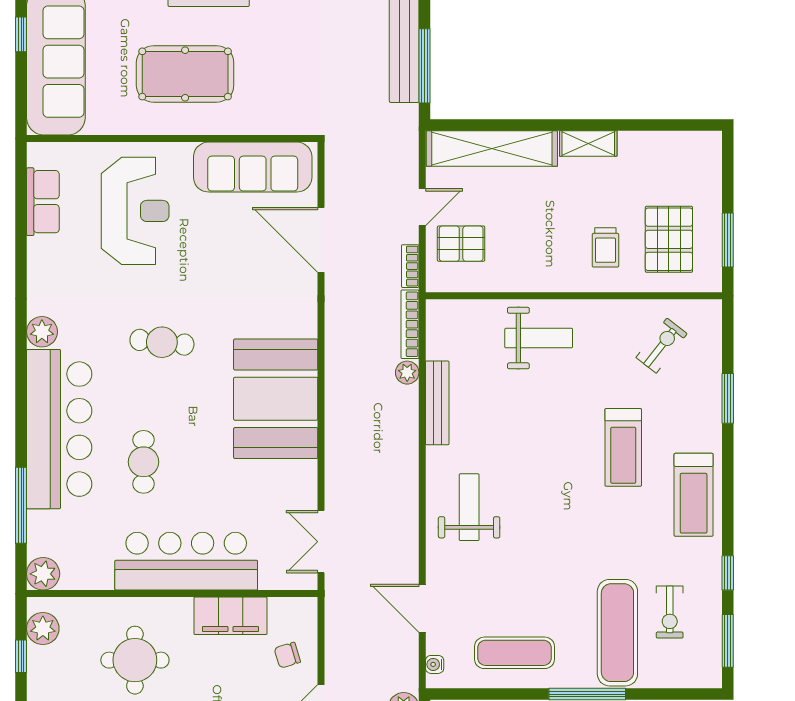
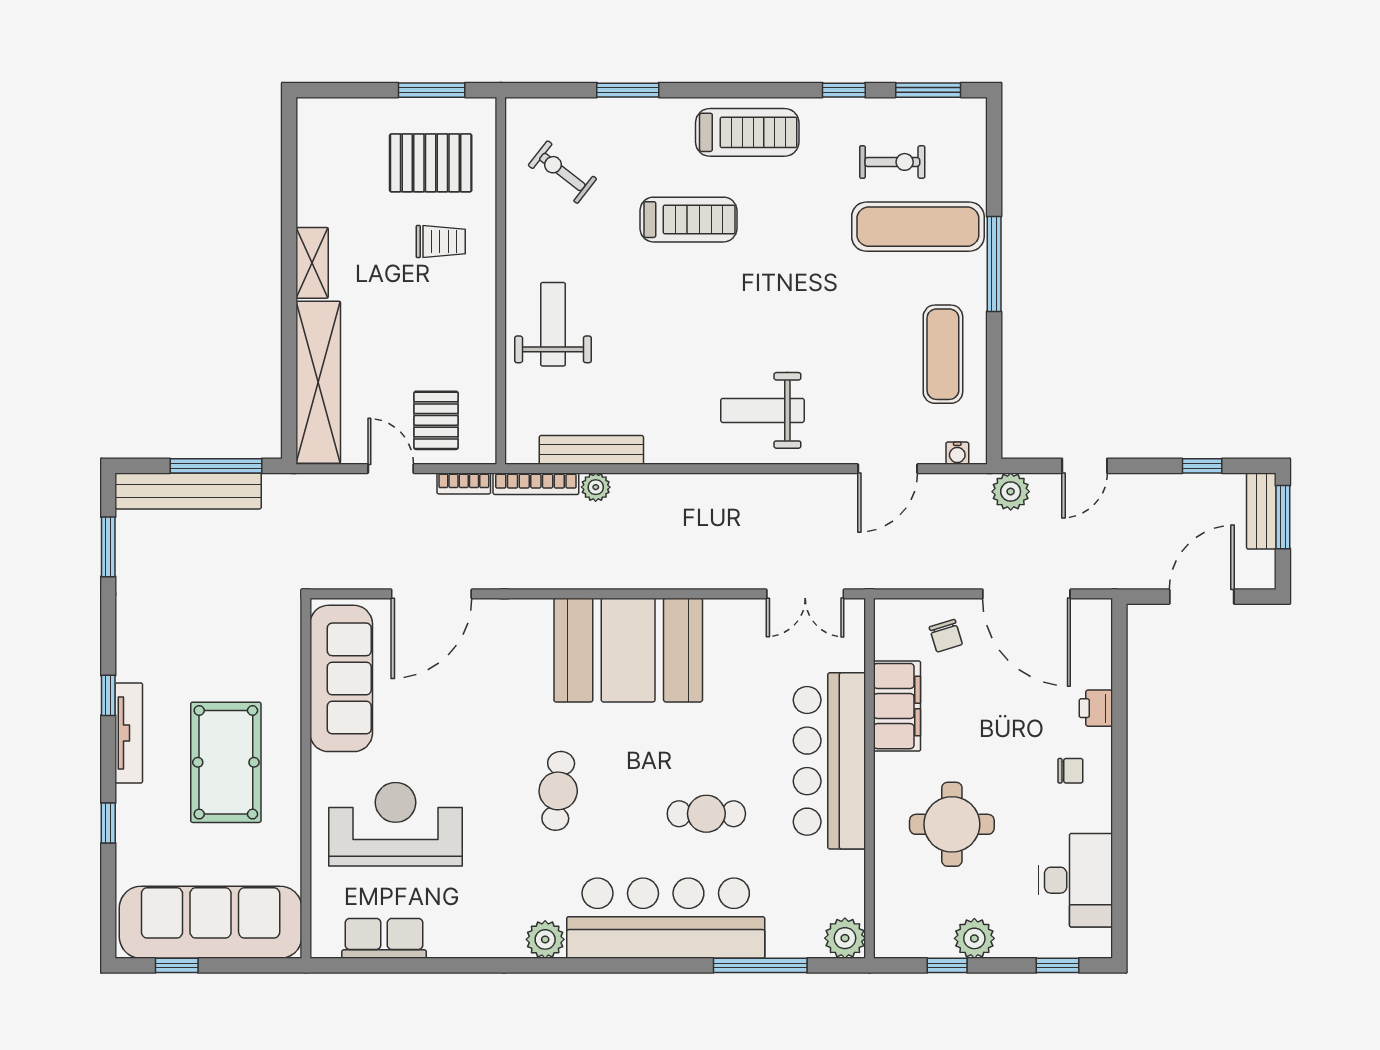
bench: (437, 403) -> (591, 450), moved
plant: (43, 629) -> (974, 938), moved

